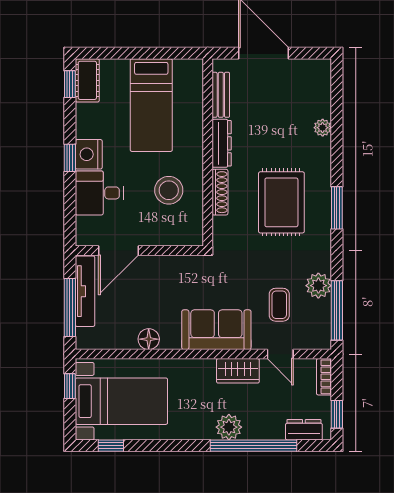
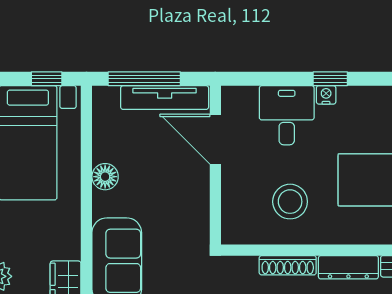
nightstand: (89, 154) -> (326, 95), width x0.53, depth x0.56

